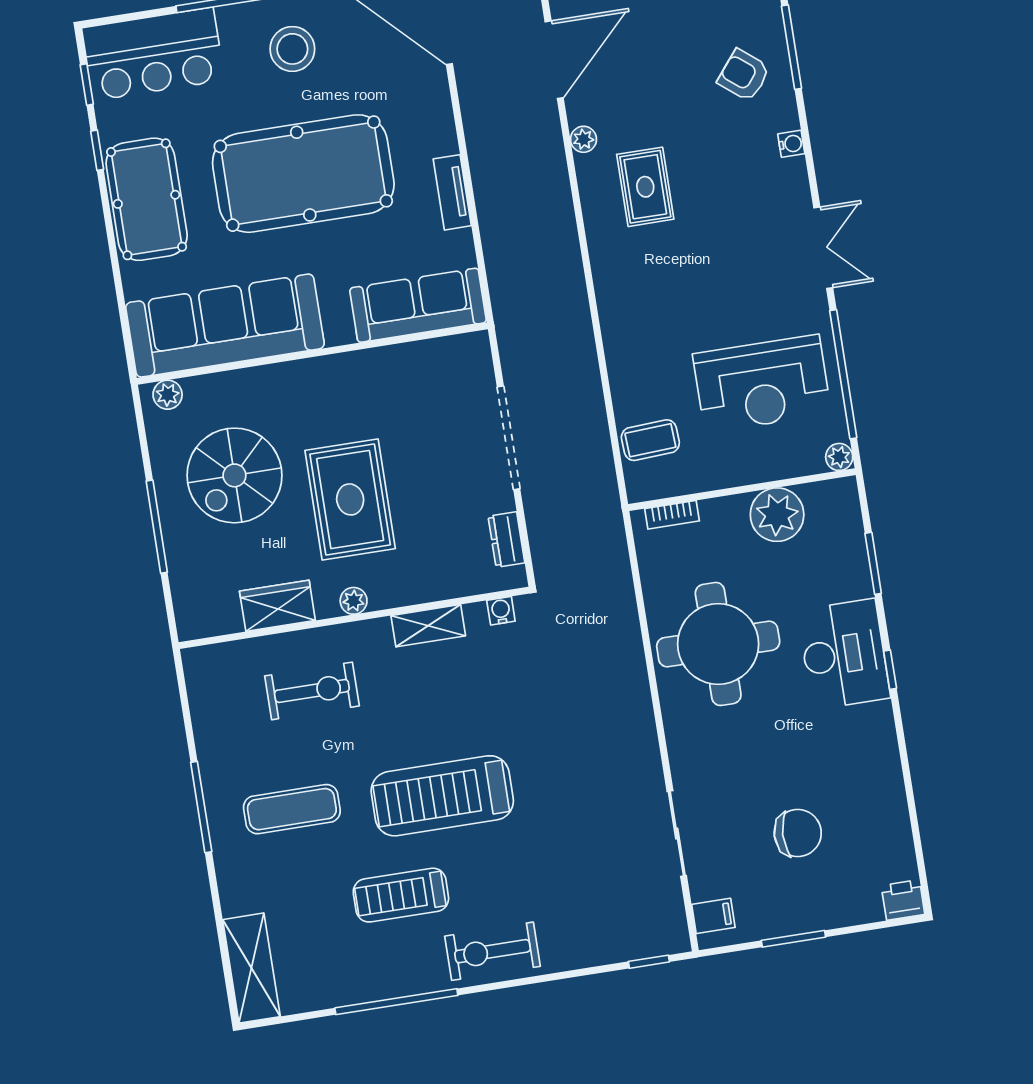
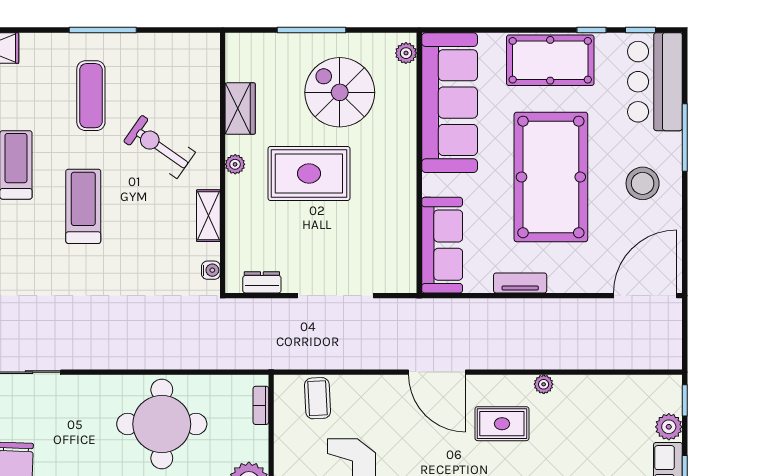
door: (554, 60) -> (437, 372), moved
exercise bike: (312, 691) -> (159, 147), moved, turned 125
treadmill: (442, 796) -> (83, 206), width x0.73, depth x0.73

